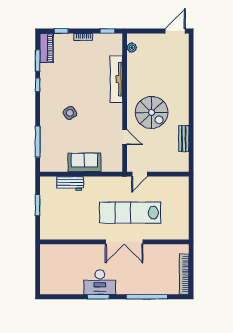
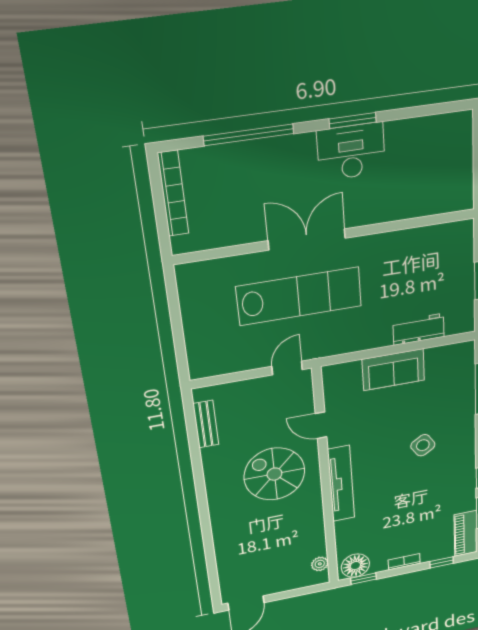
floor lamp: (112, 41) -> (355, 566), added
tv unit: (116, 79) -> (341, 484), moved
bench: (184, 139) -> (206, 424), moved

